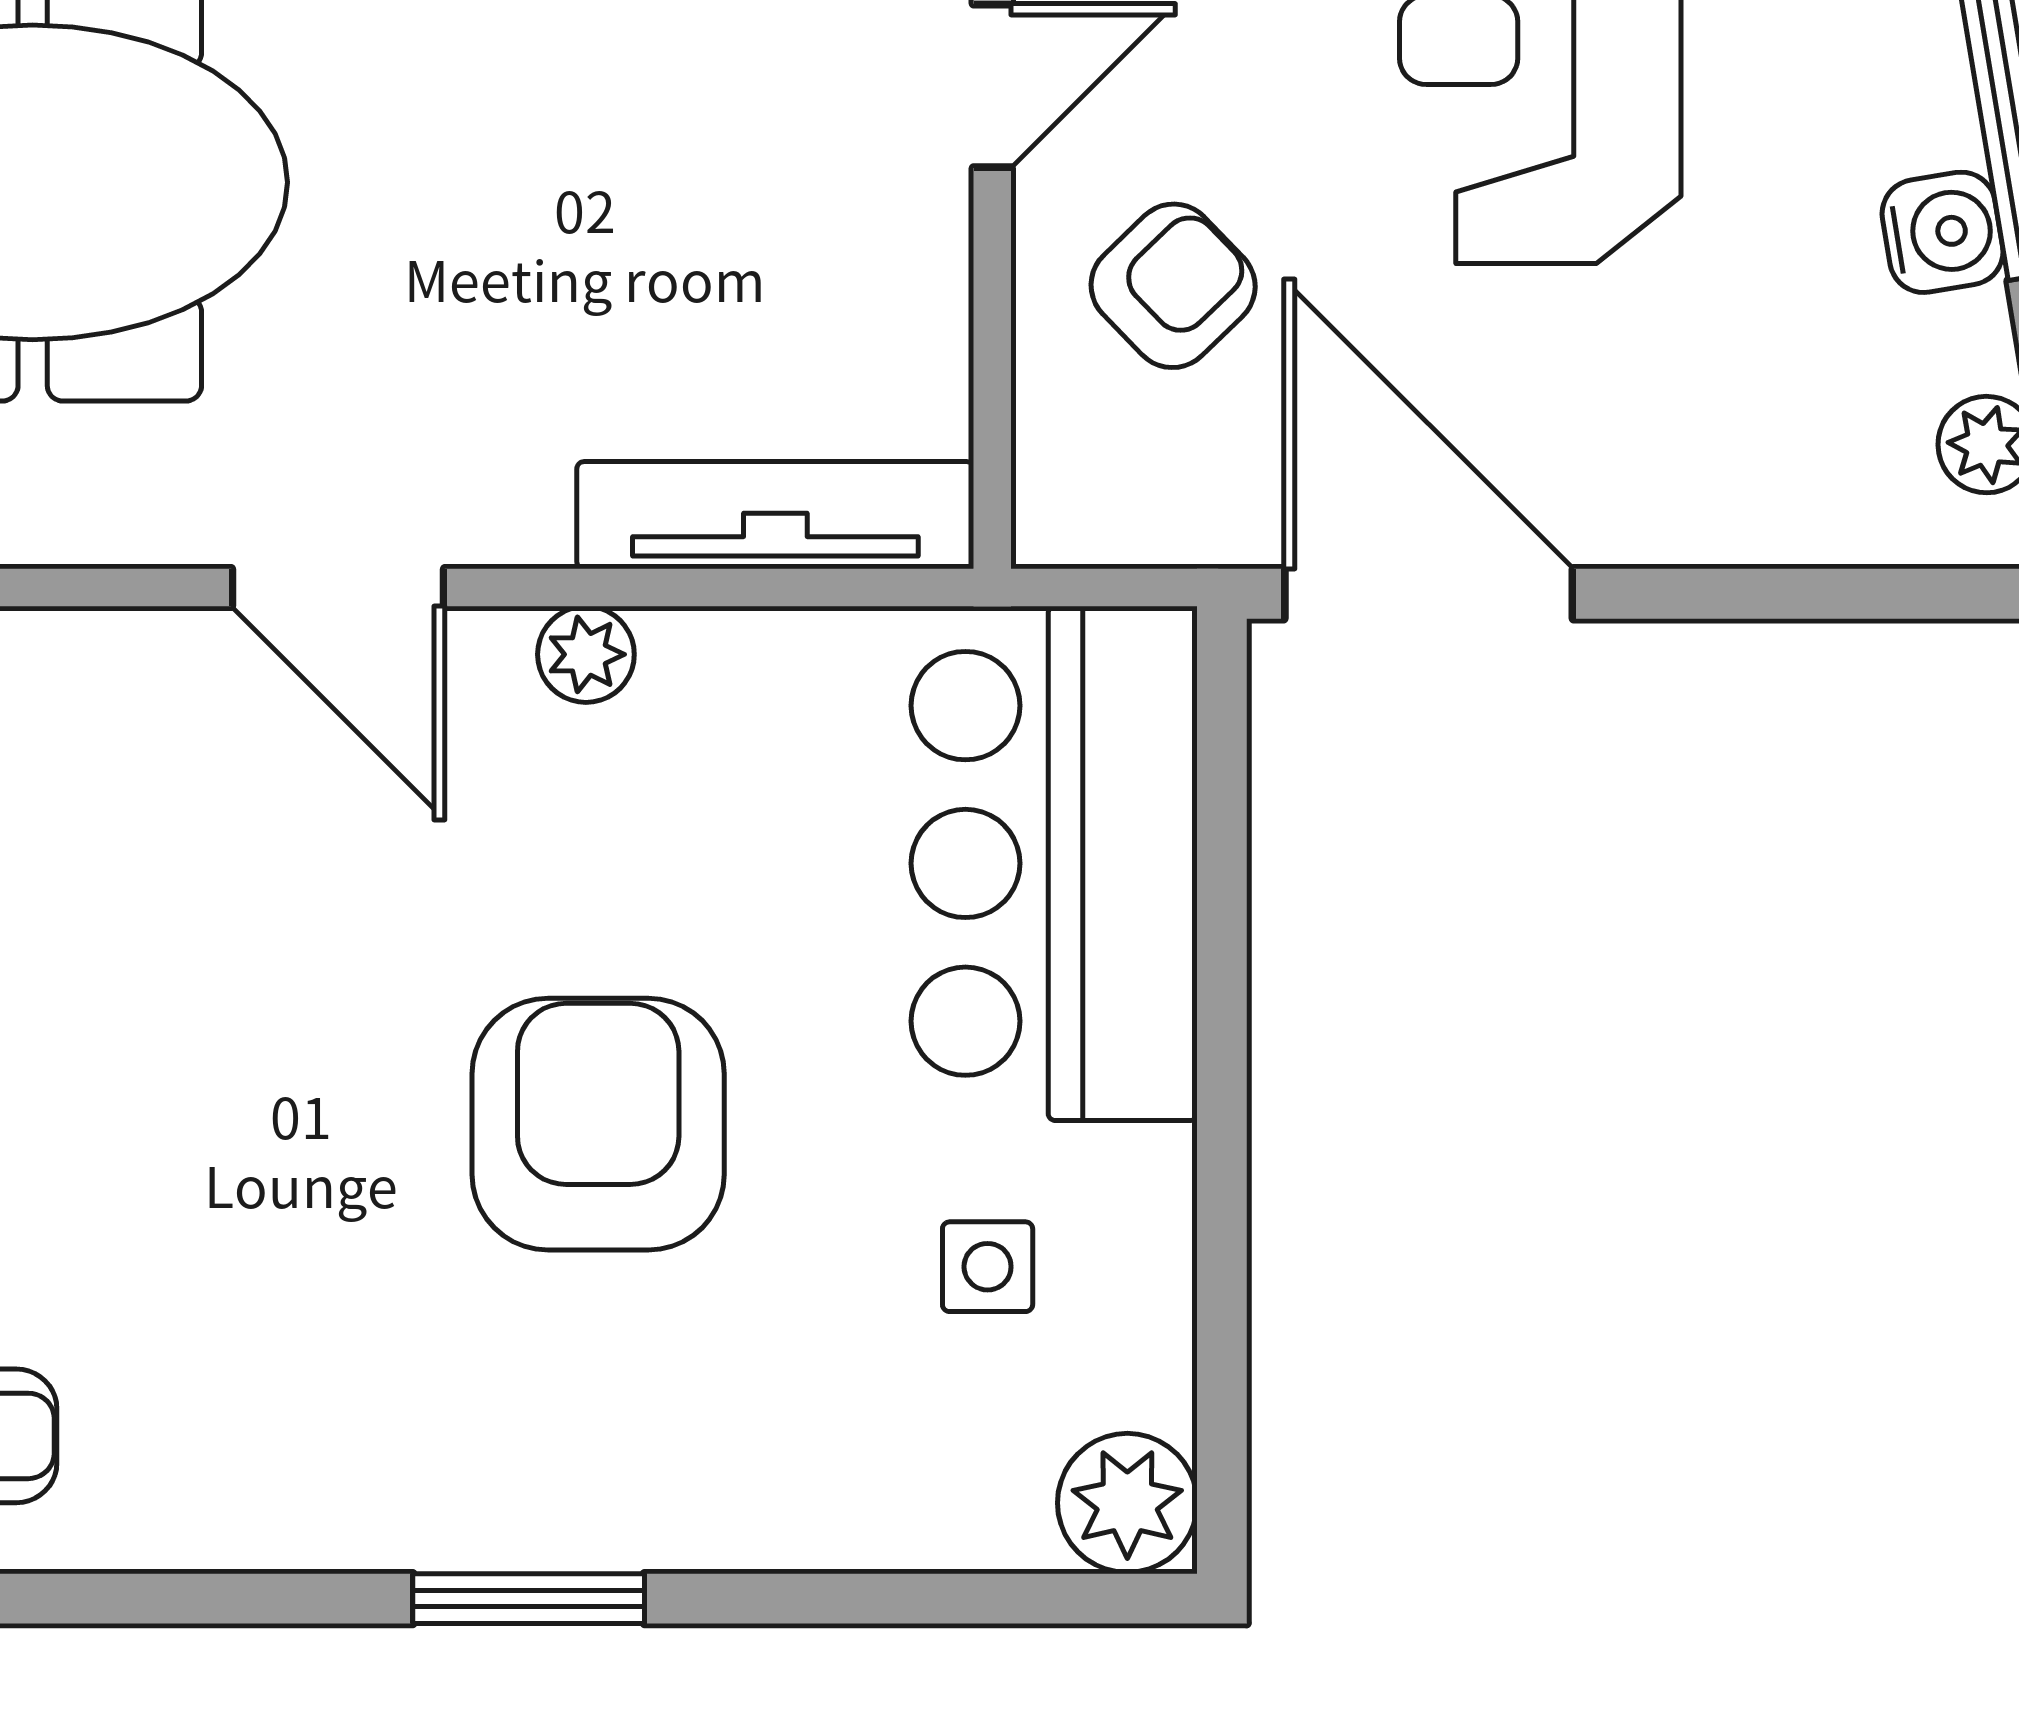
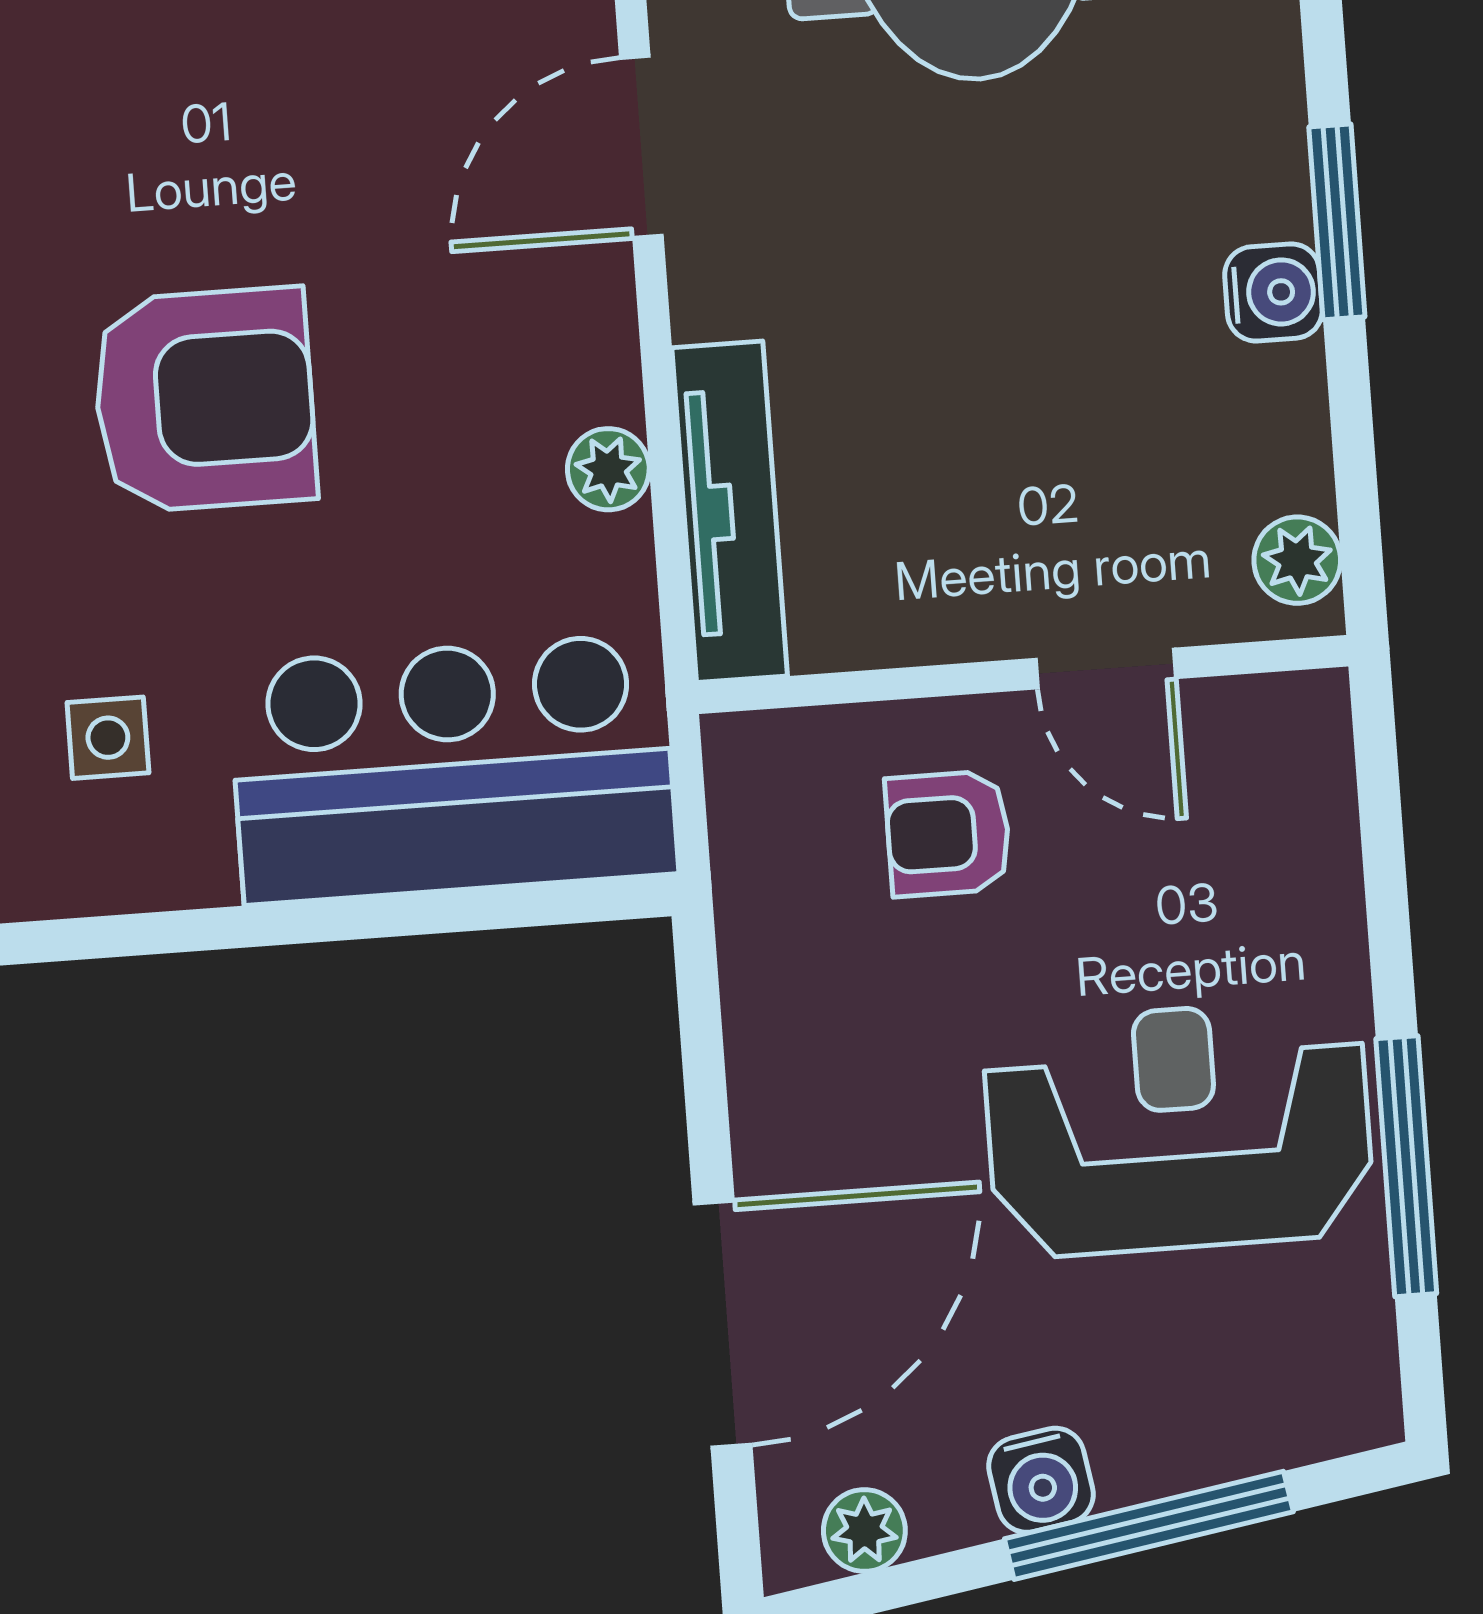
armchair: (1173, 286) -> (948, 834), turned 134
door: (1429, 594) -> (723, 1324), moved
plant: (586, 654) -> (608, 469), moved

